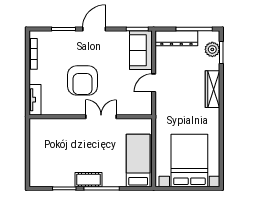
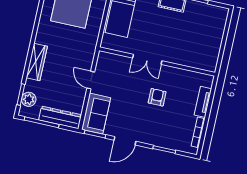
door: (94, 29) -> (125, 141), moved
armchair: (83, 80) -> (157, 97), width x0.53, depth x0.53
door: (154, 83) -> (91, 80), swing flipped
tv unit: (35, 100) -> (203, 102), moved

